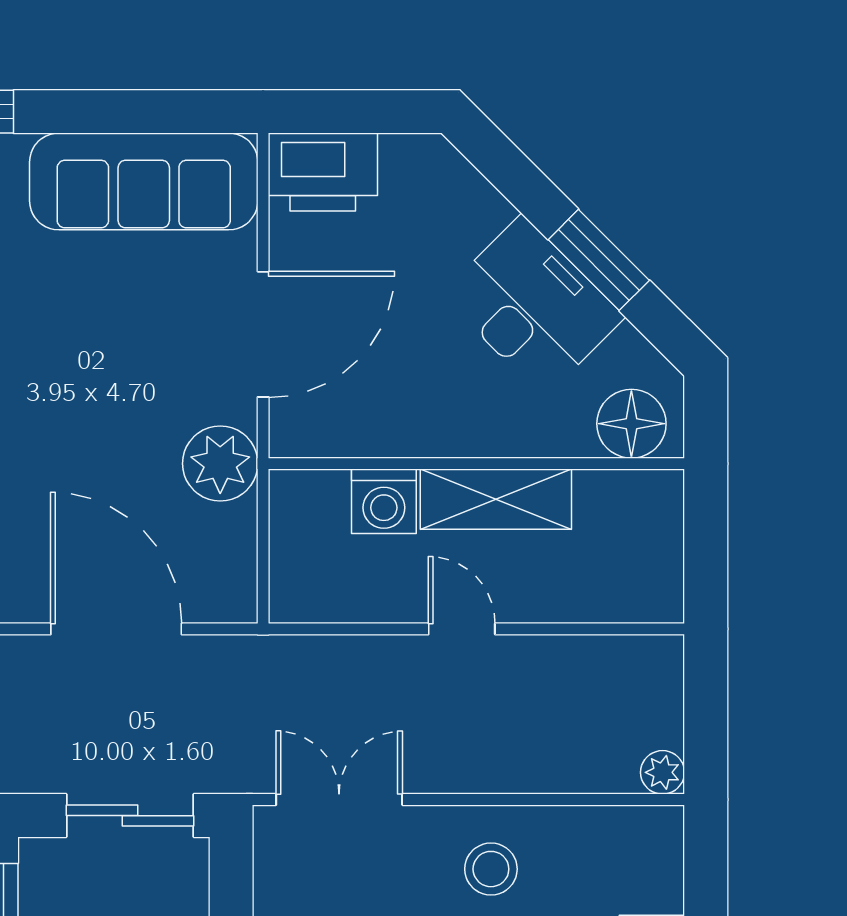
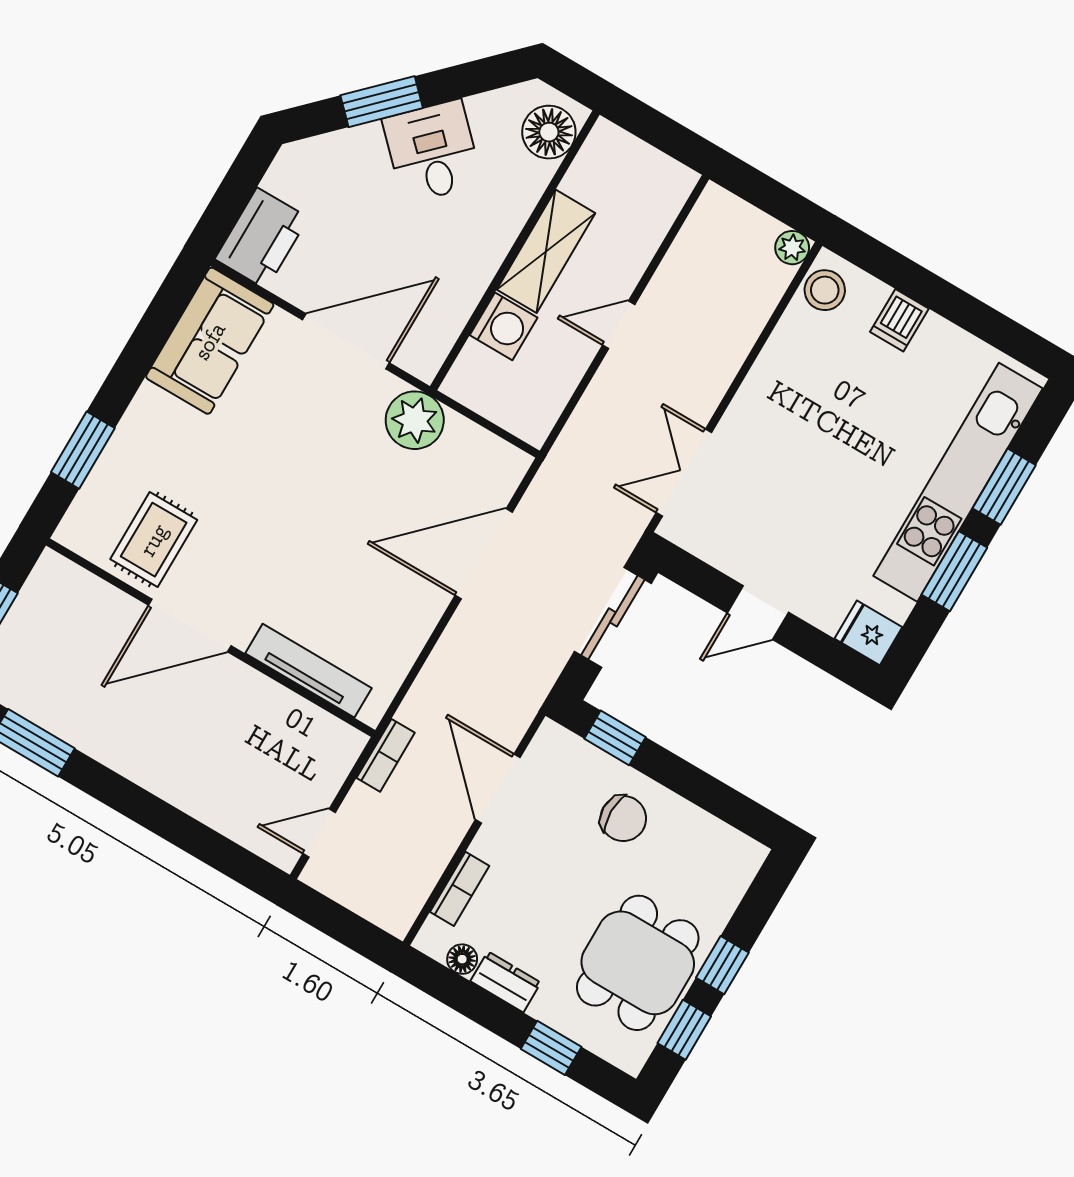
sofa: (144, 181) -> (210, 341), width x0.73
window: (599, 260) -> (382, 102), moved
desk: (533, 306) -> (432, 151), width x0.73
door: (263, 334) -> (346, 341), hinge flipped
stool: (491, 869) -> (825, 290), moved

